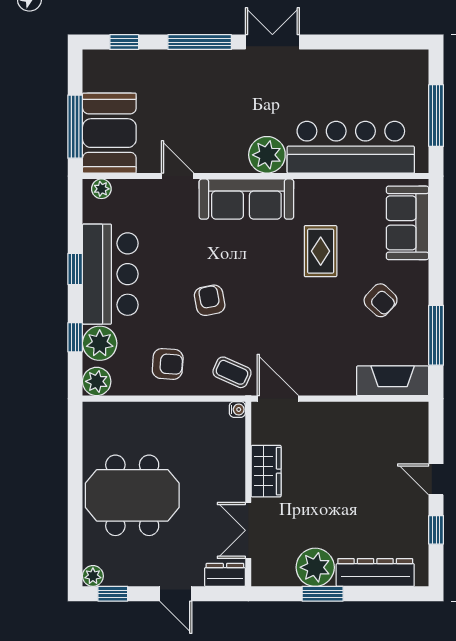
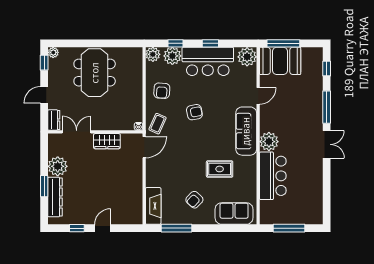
bar counter: (351, 147) -> (273, 176), width x0.73
plant: (101, 189) -> (247, 57), width x1.88, depth x1.88
window: (323, 594) -> (44, 186), moved

